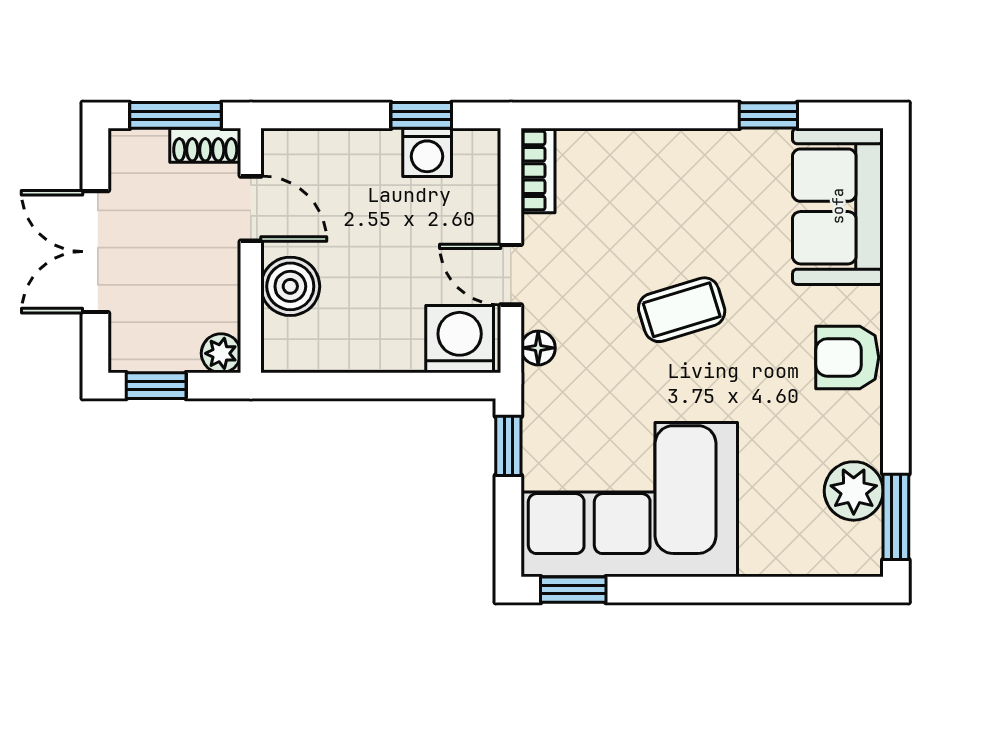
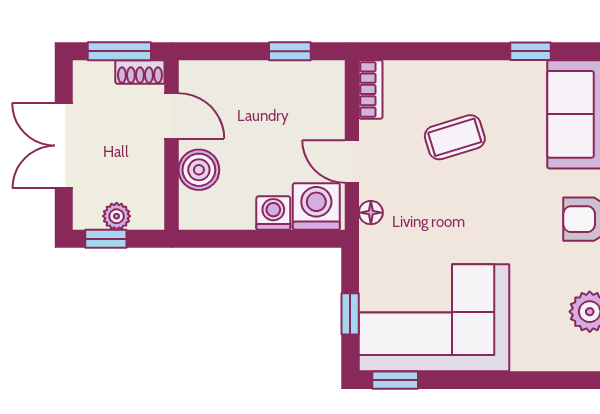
washing machine: (427, 152) -> (273, 213), moved, turned 180
coffee table: (682, 310) -> (455, 137), moved
plant: (221, 353) -> (117, 216), moved
window: (508, 446) -> (350, 314), moved

